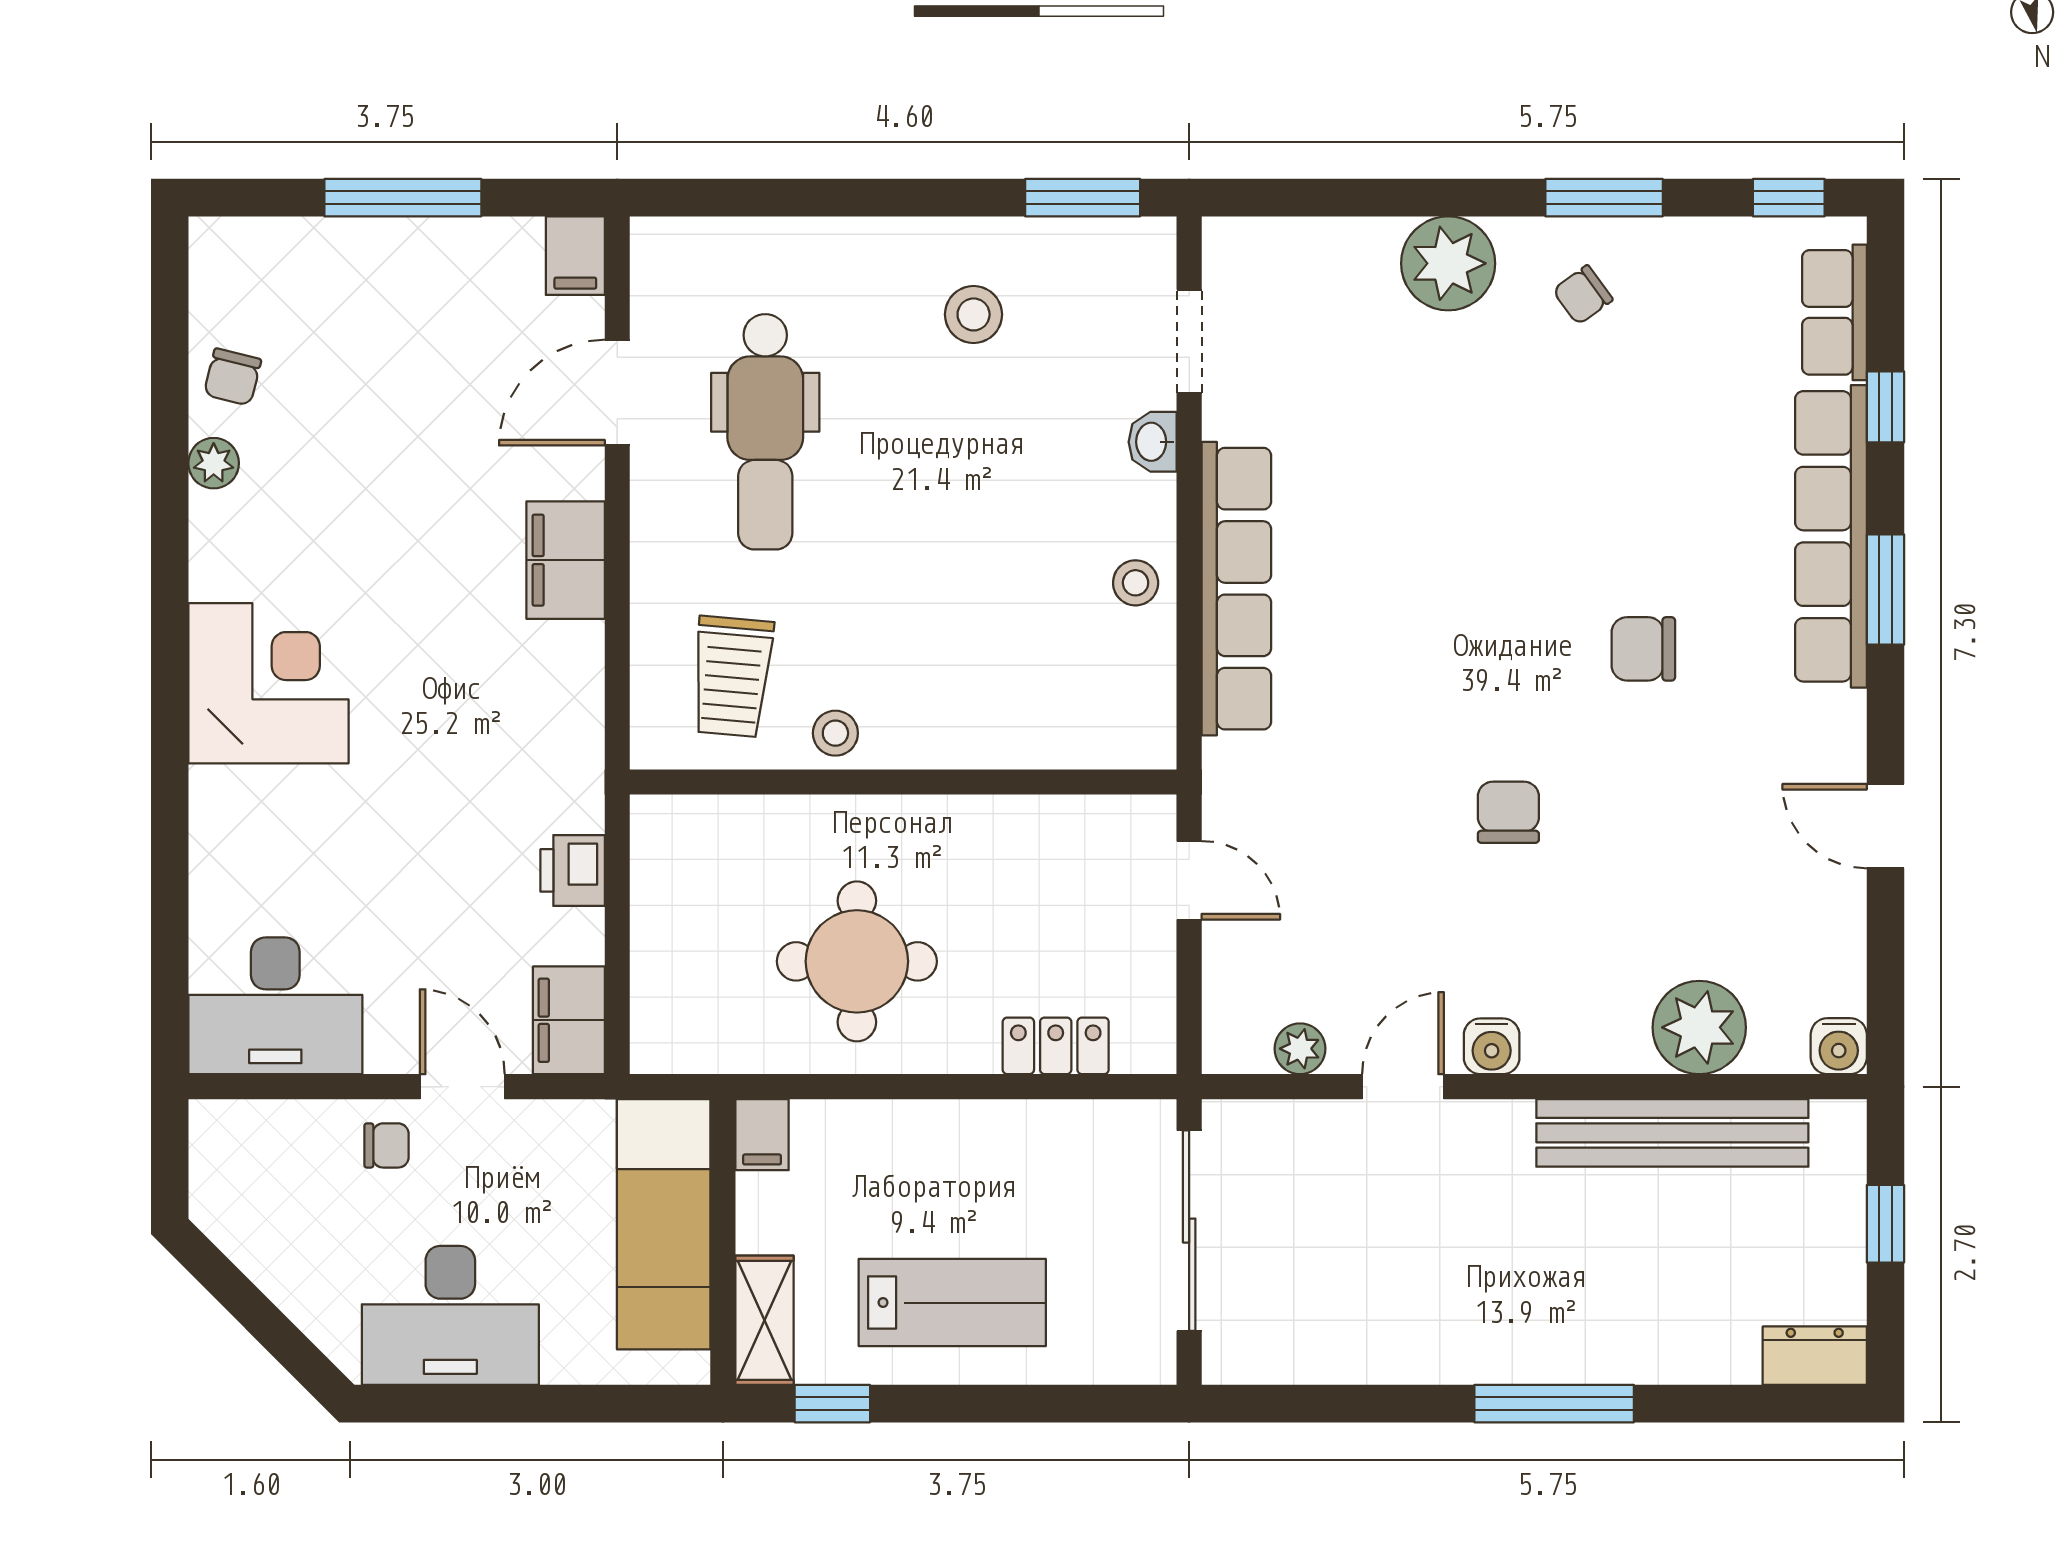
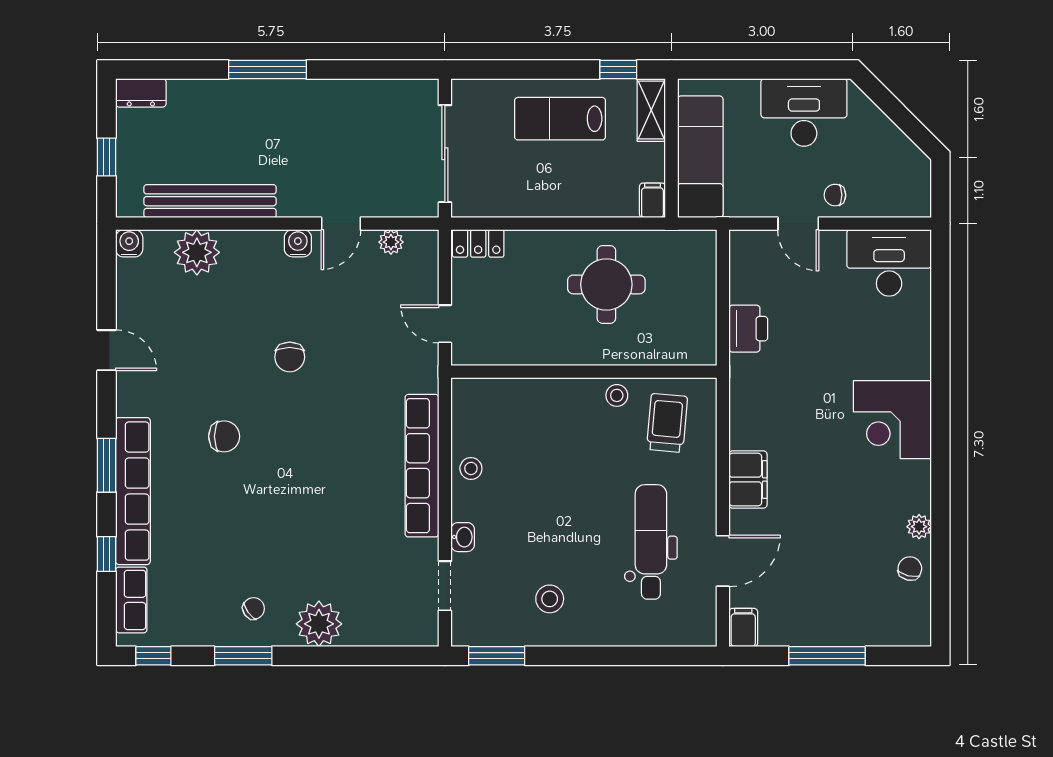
printer: (573, 870) -> (748, 329), width x1.36, depth x1.24
filing cabinet: (569, 1020) -> (746, 256), removed
locker: (1056, 1046) -> (478, 243), moved

